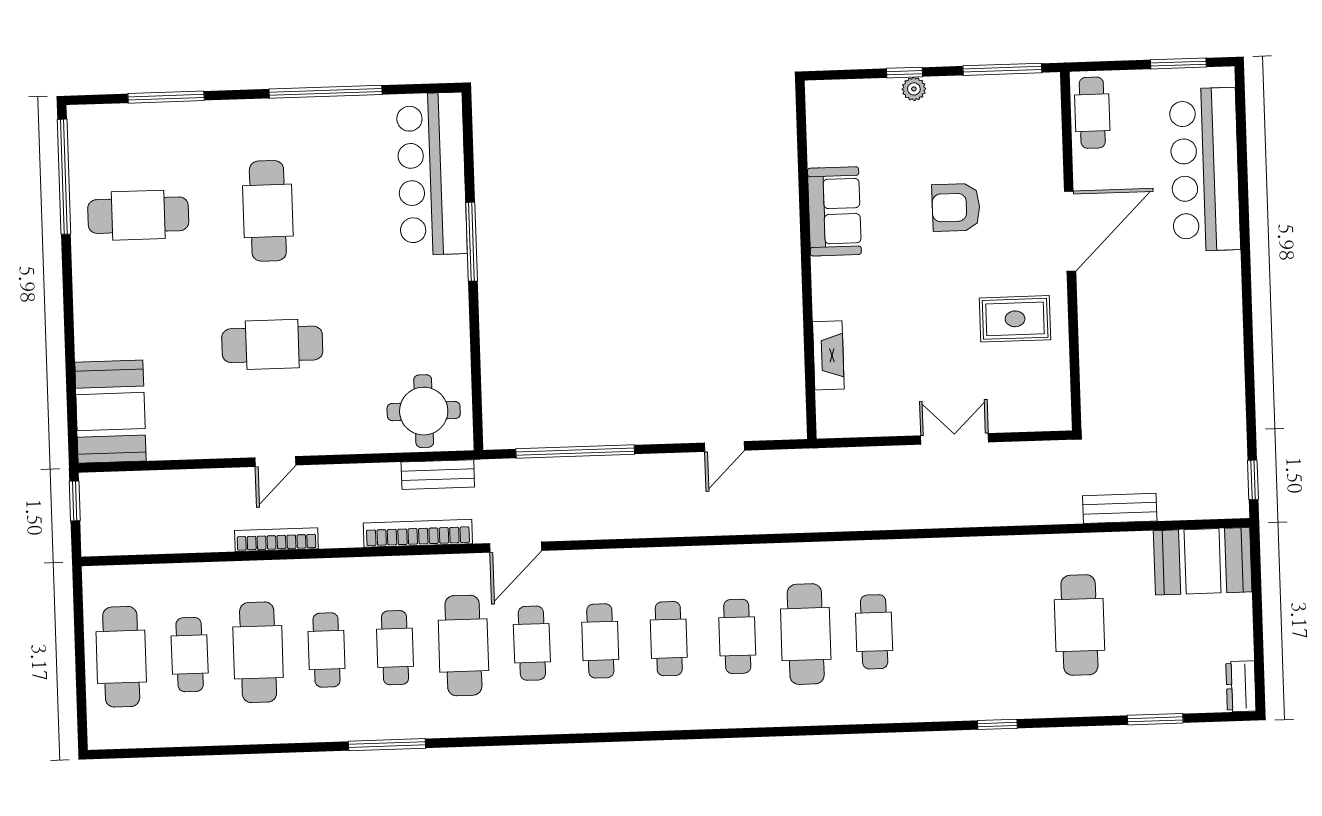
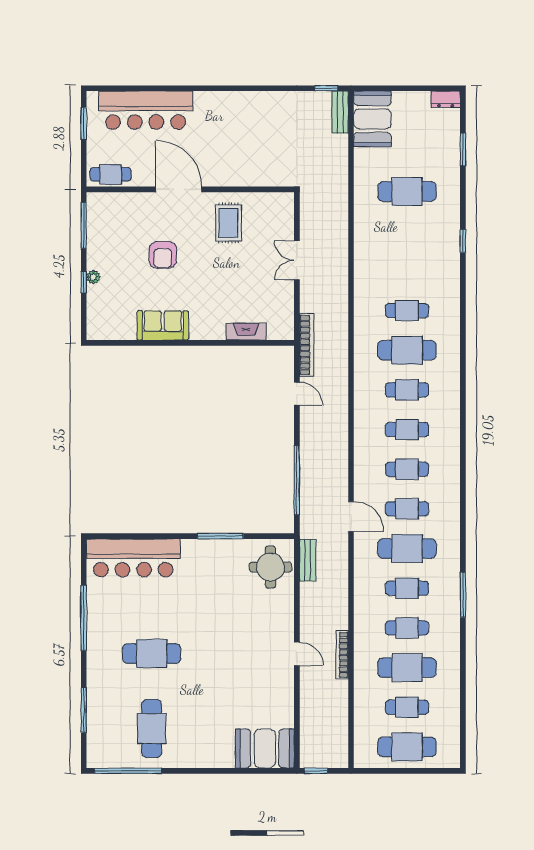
window: (472, 242) -> (220, 536), moved
cafe table: (272, 344) -> (229, 653), removed
bench: (1120, 508) -> (340, 112), moved
bookcase: (418, 533) -> (307, 345), moved, turned 180

